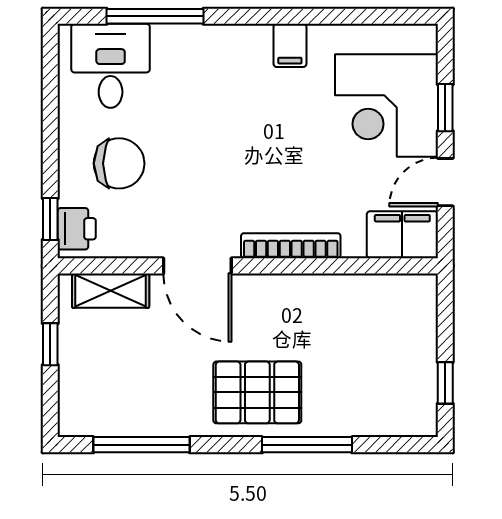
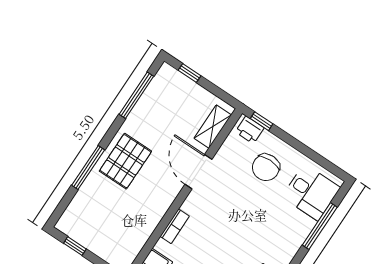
bookcase: (291, 246) -> (175, 226), width x0.64
door: (197, 266) -> (198, 172), hinge flipped
window: (50, 344) -> (189, 73), moved

